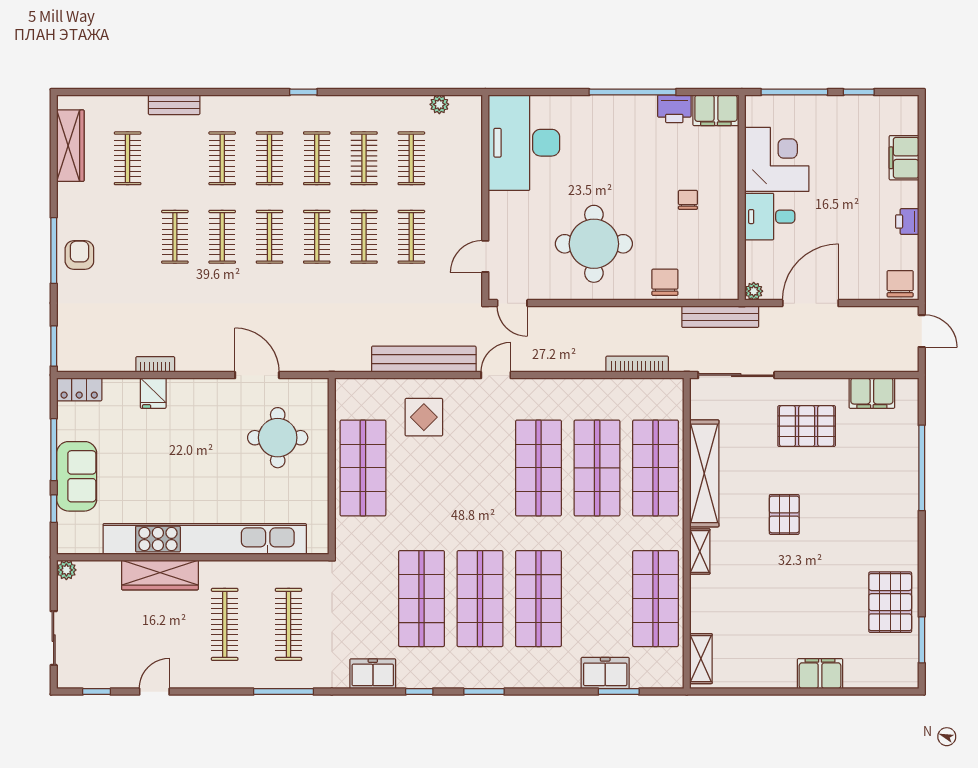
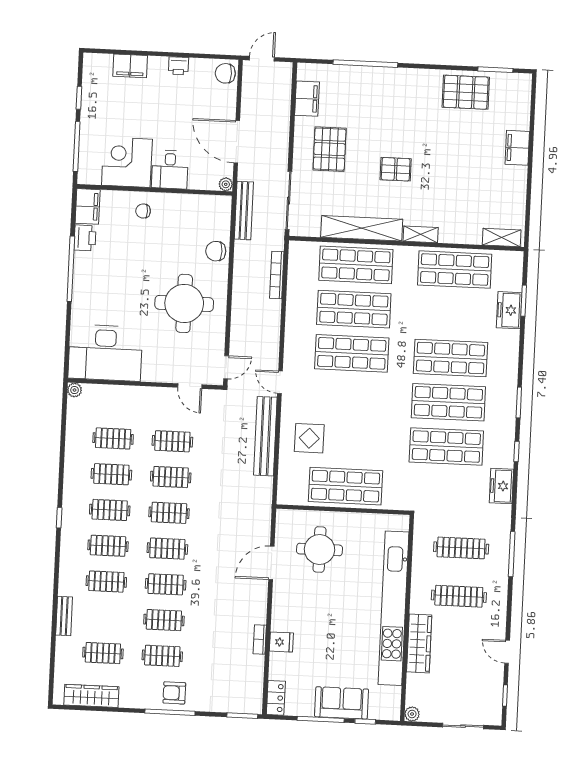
plant: (439, 104) -> (75, 390), moved
chair: (688, 200) -> (143, 211), moved
clothes rail: (128, 237) -> (162, 656), added

